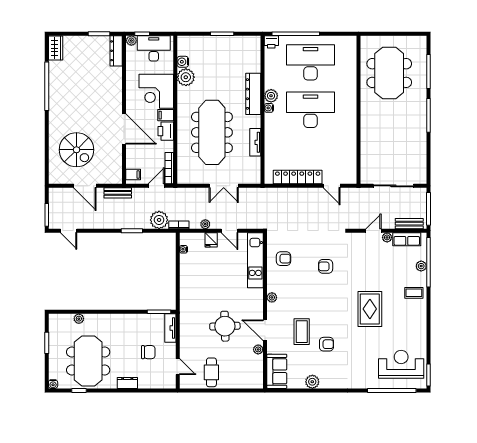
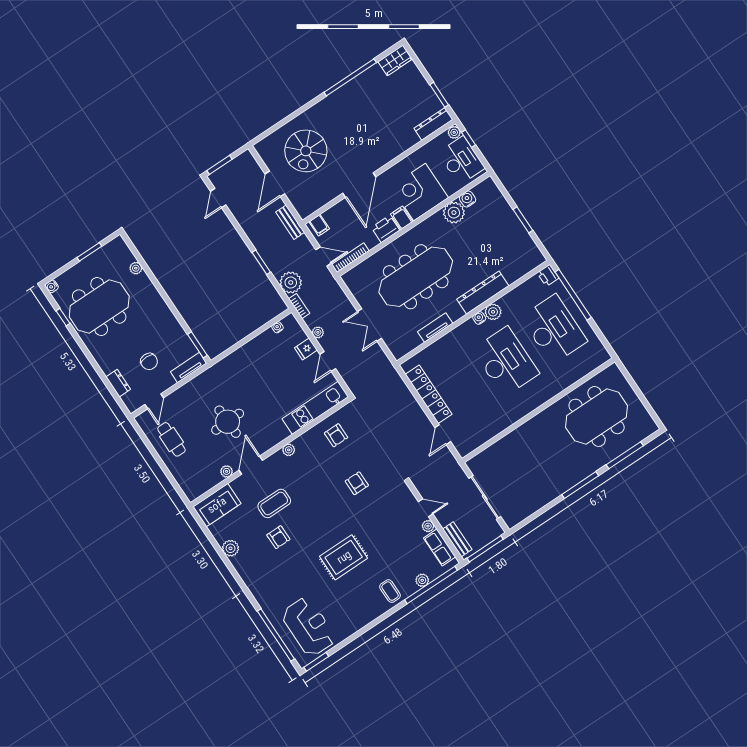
cafe table: (211, 372) -> (171, 439), turned 90
dresser: (127, 383) -> (118, 383), moved

